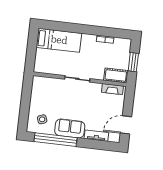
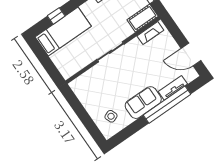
window: (63, 27) -> (56, 16), added
door: (126, 125) -> (191, 54), hinge flipped
window: (56, 140) -> (167, 105), moved

